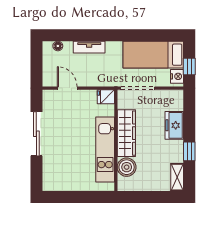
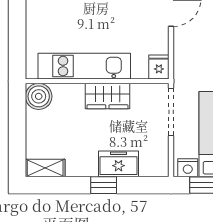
wardrobe: (126, 133) -> (107, 96), width x0.67
window: (189, 151) -> (104, 185), moved
boiler: (127, 167) -> (39, 96), moved

